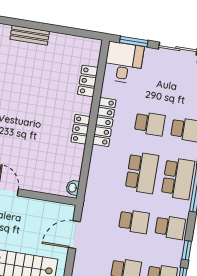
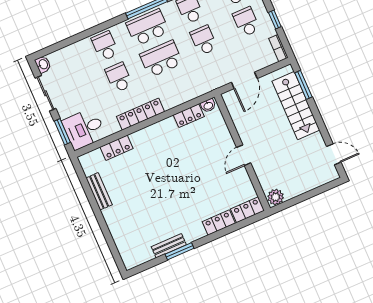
bench: (30, 35) -> (99, 191), moved
locker: (81, 129) -> (189, 116), moved
door: (74, 235) -> (244, 80), hinge flipped

